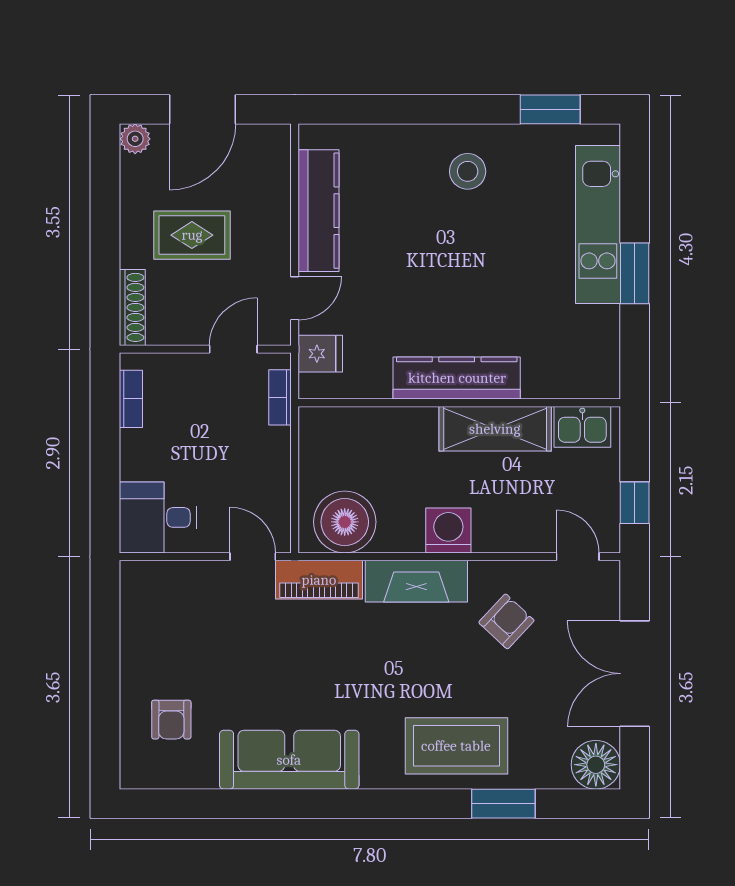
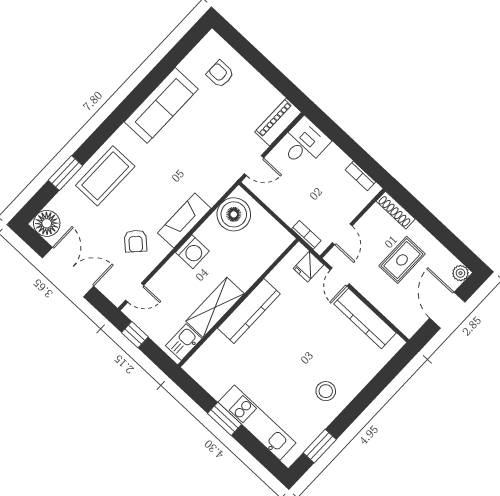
piano: (319, 580) -> (278, 122), moved

